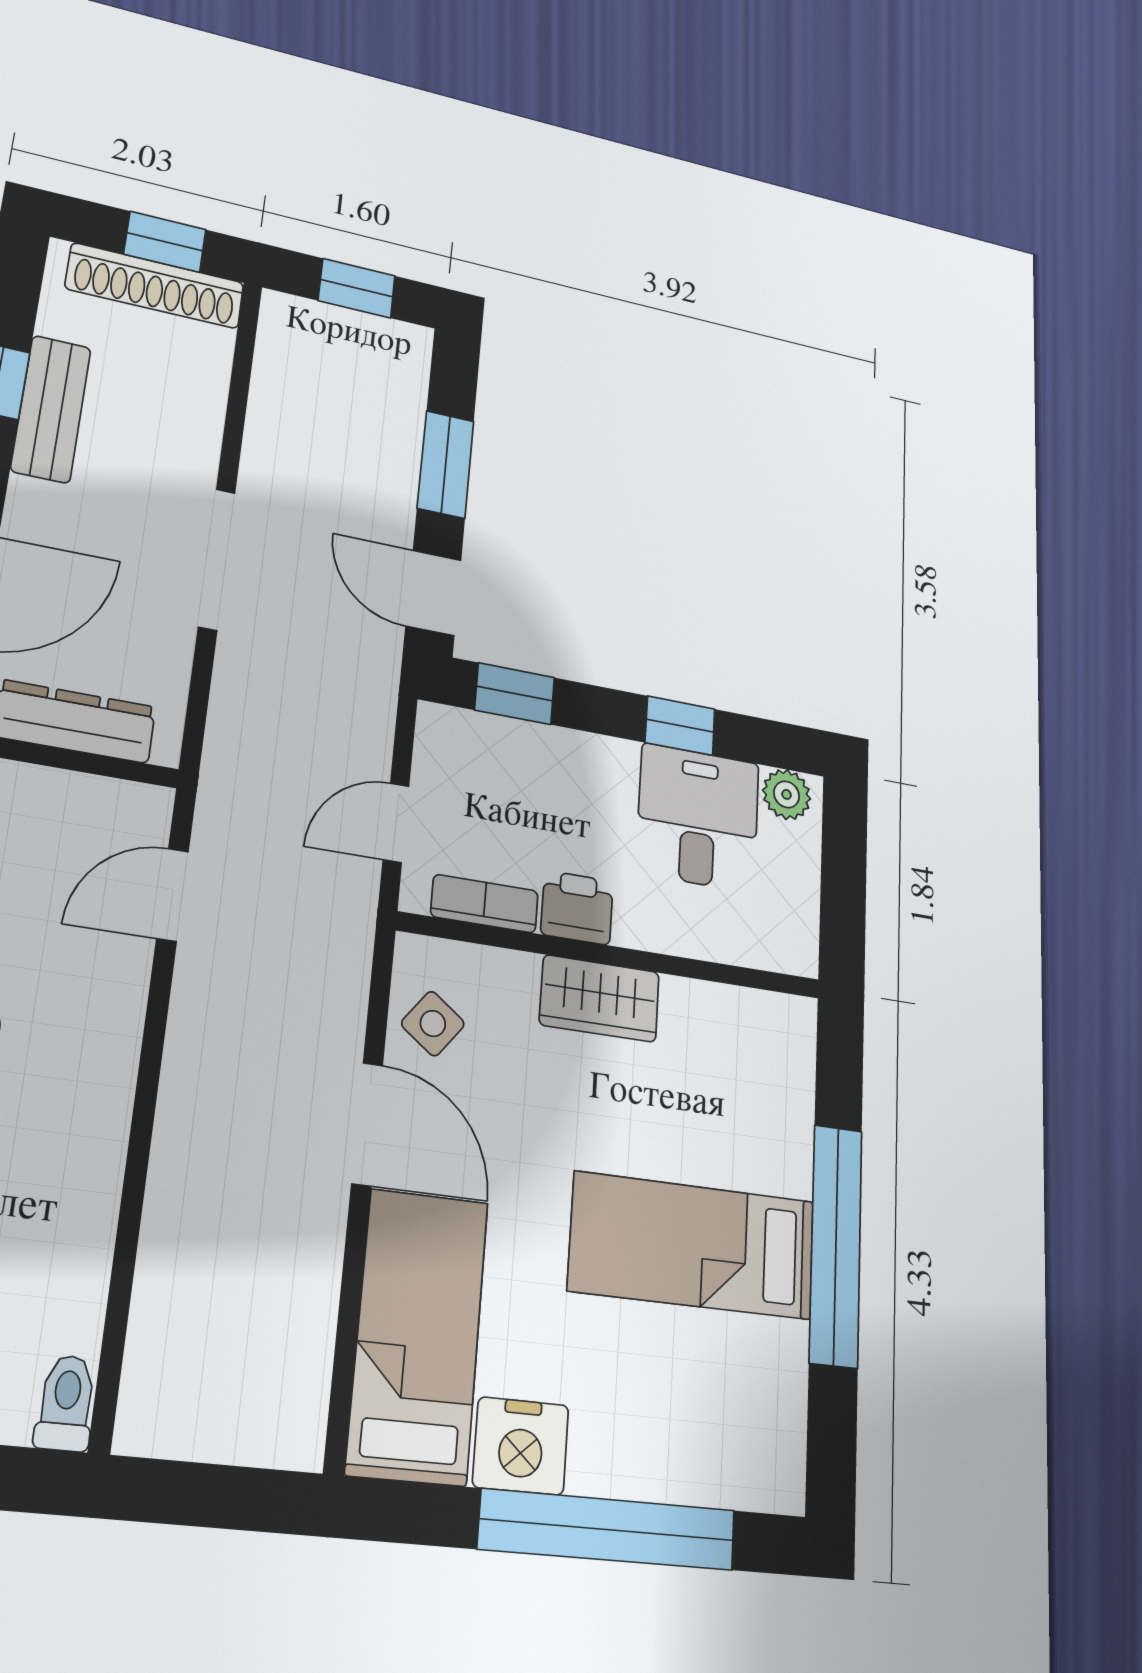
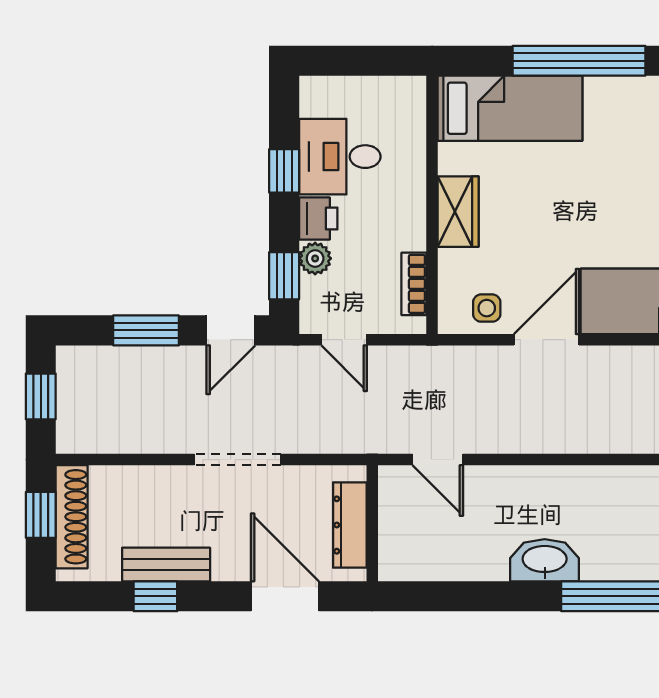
plant: (787, 794) -> (315, 258), moved
door: (396, 823) -> (344, 340), moved
printer: (577, 908) -> (318, 218), moved, turned 180
side table: (433, 1024) -> (487, 308), turned -37
bed: (693, 1246) -> (510, 108), moved, turned -90

